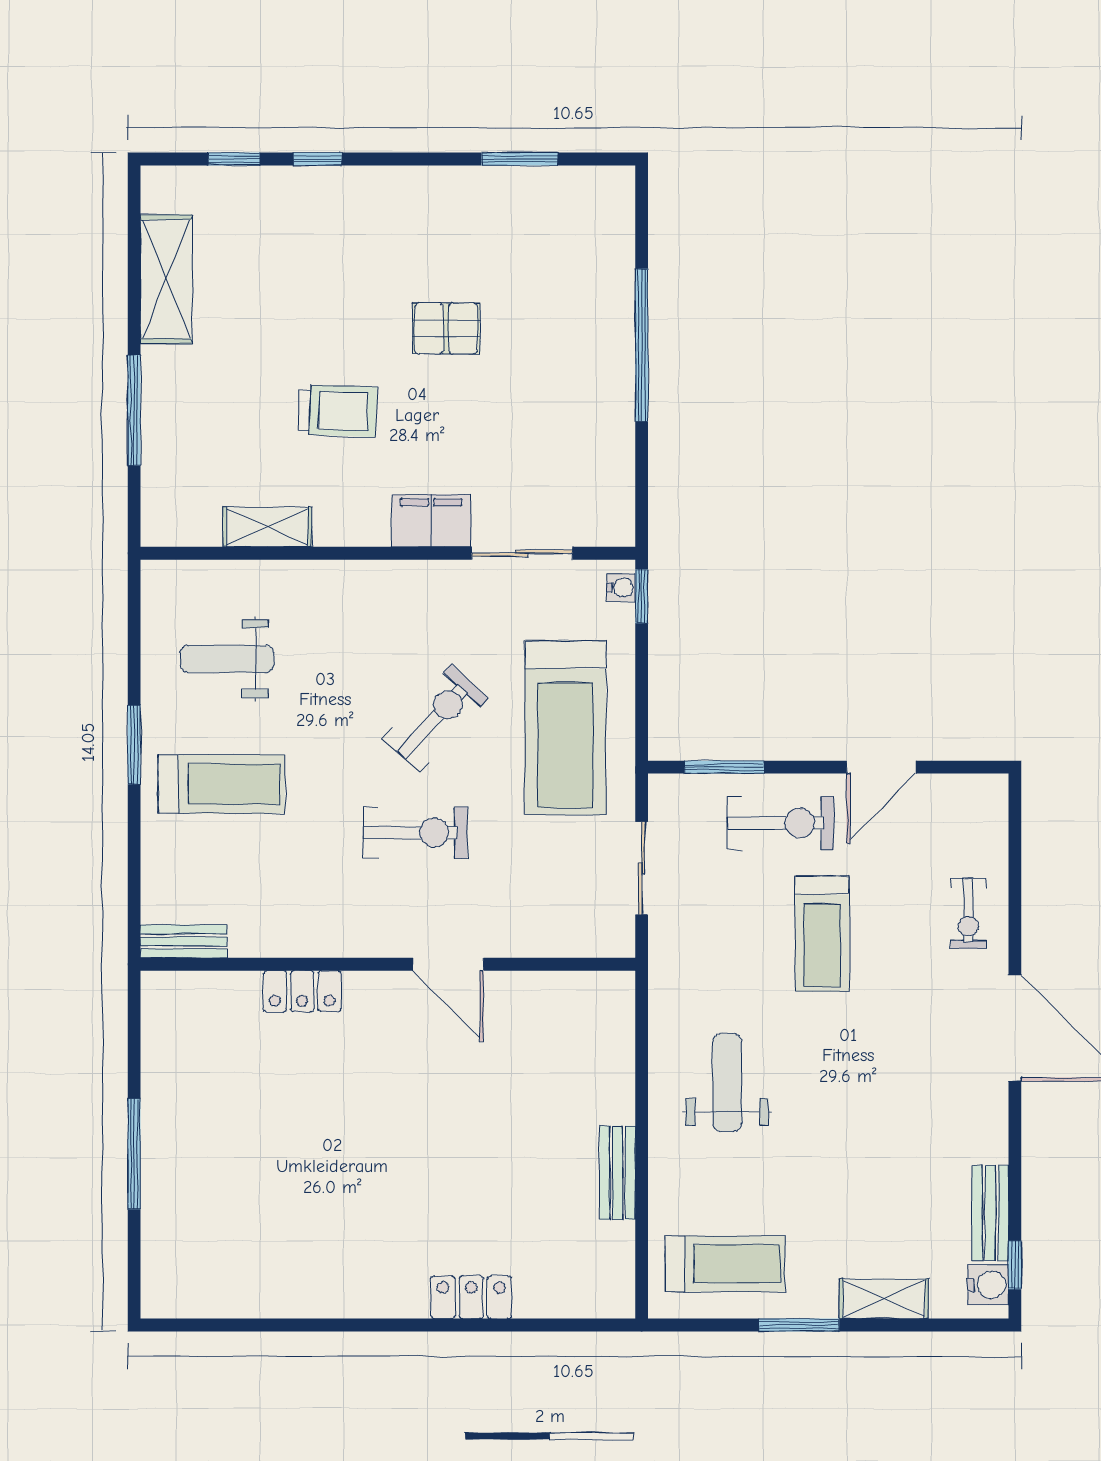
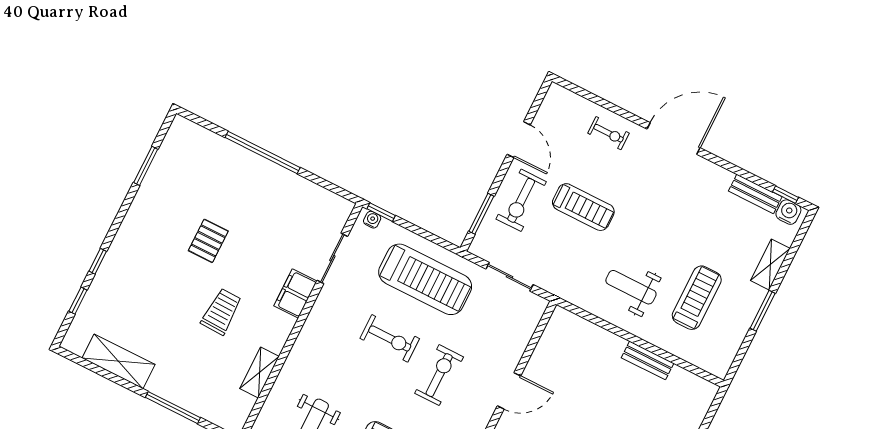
exercise bike: (435, 718) -> (390, 338), turned 137
exercise bike: (781, 823) -> (521, 200), turned 180
treadmill: (725, 1264) -> (697, 298), moved

